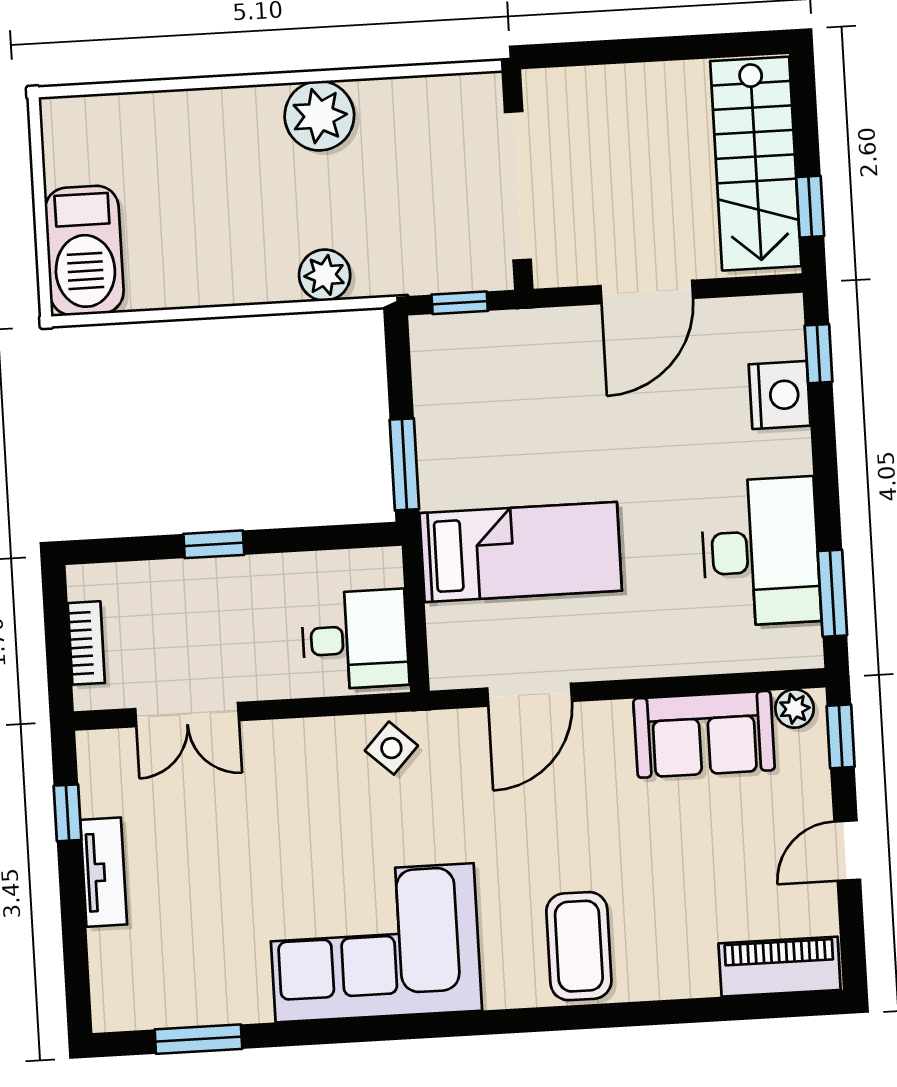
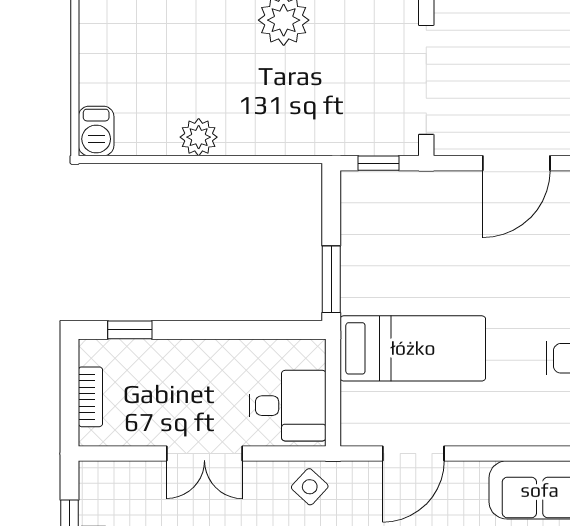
barbecue: (84, 251) -> (96, 131), width x0.53, depth x0.65
plant: (325, 275) -> (199, 137), moved
window: (214, 544) -> (130, 330), moved
double door: (187, 715) -> (204, 454), moved

